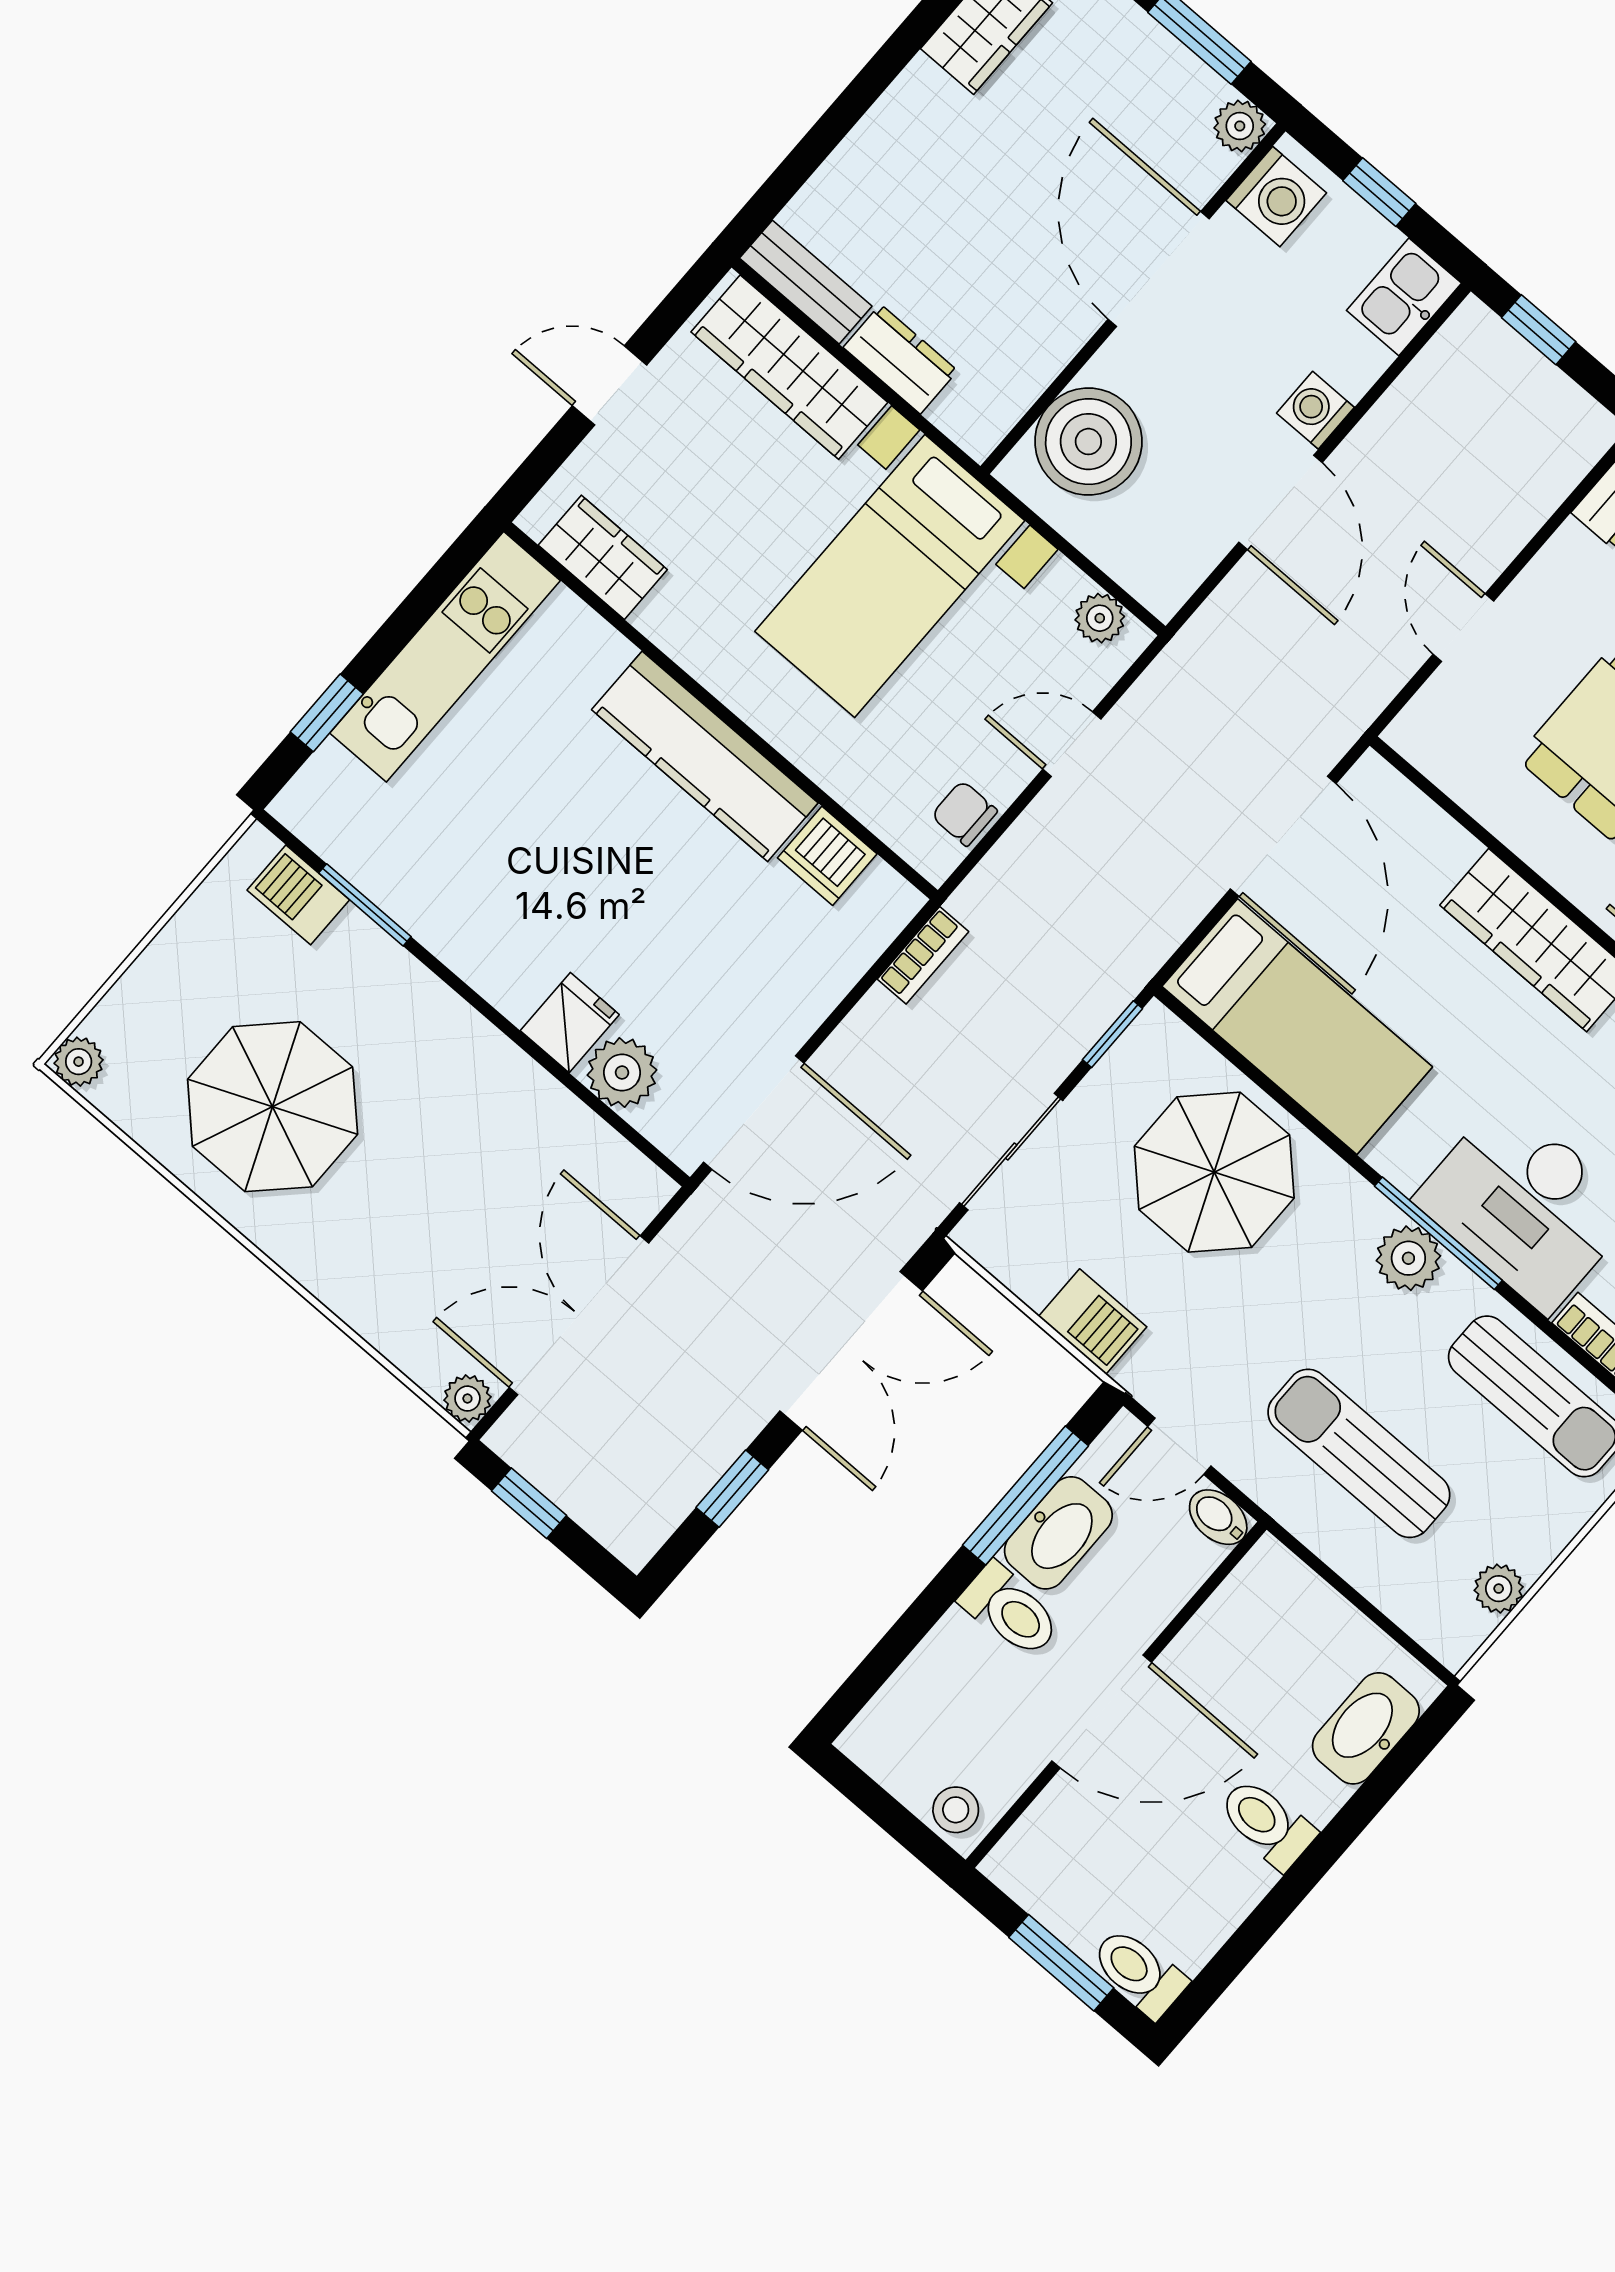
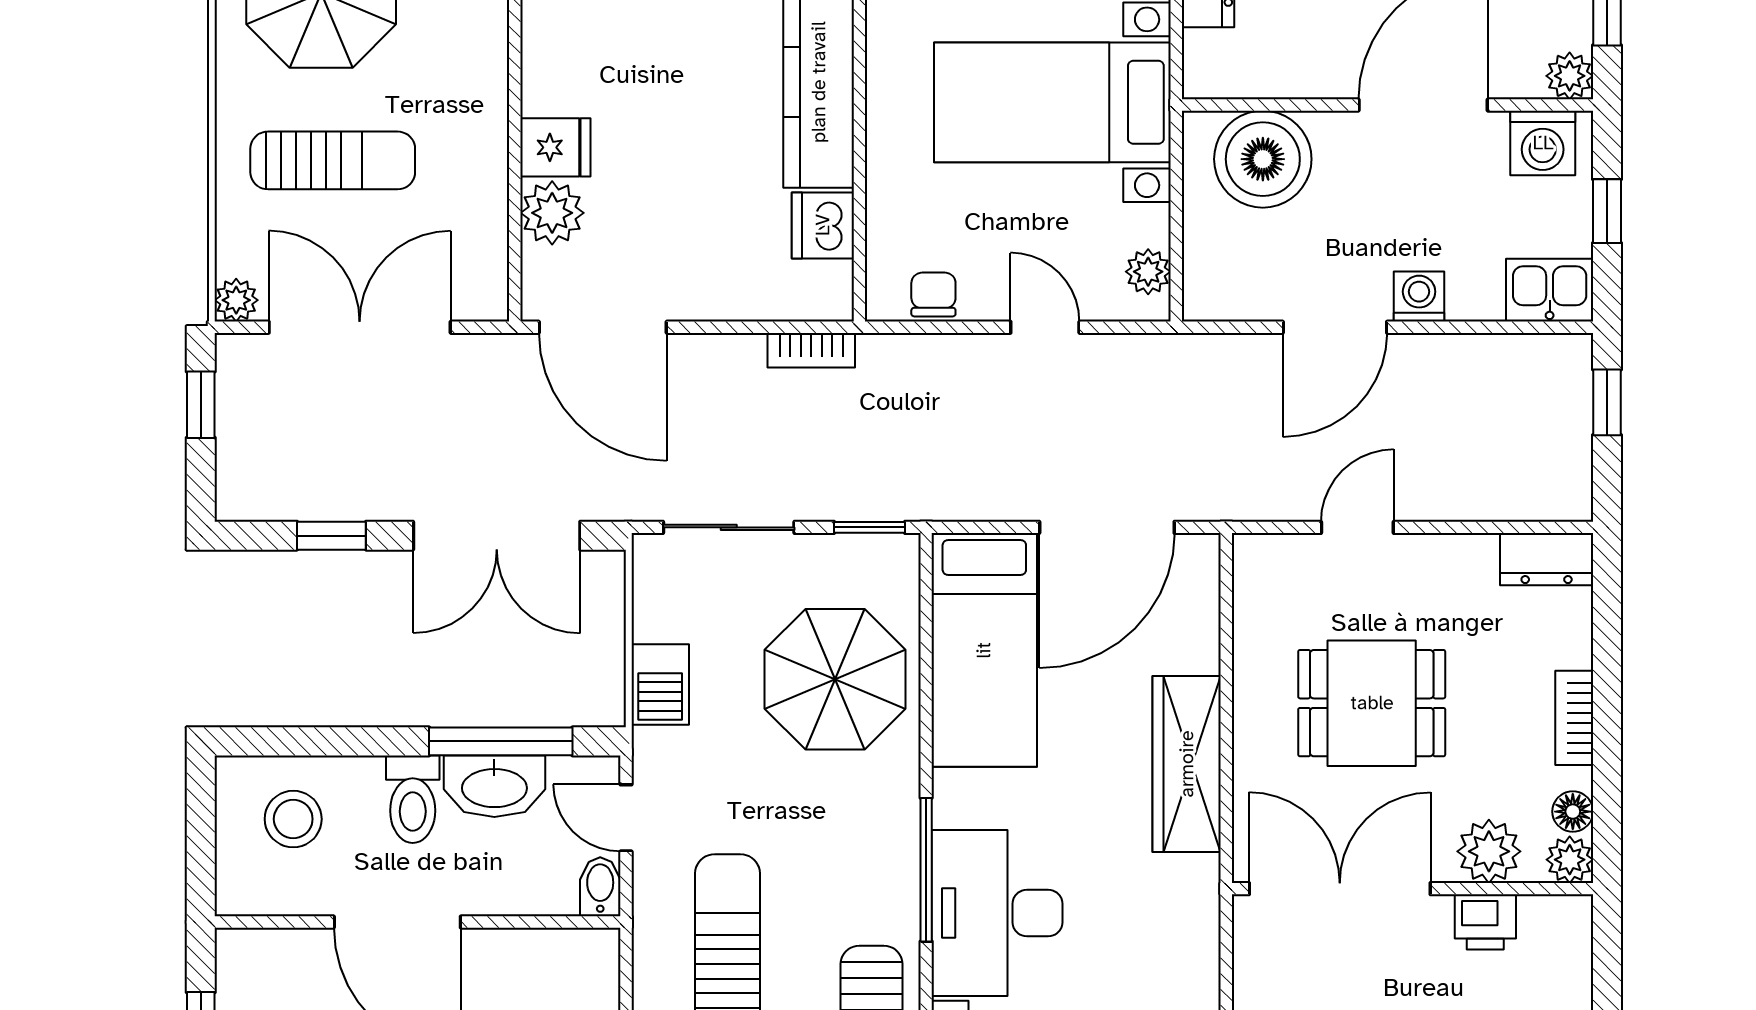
sun lounger: (420, 1218) -> (333, 160), added
plant: (1408, 1258) -> (891, 864), removed
stool: (956, 1810) -> (293, 819), moved, width x1.37, depth x1.37

